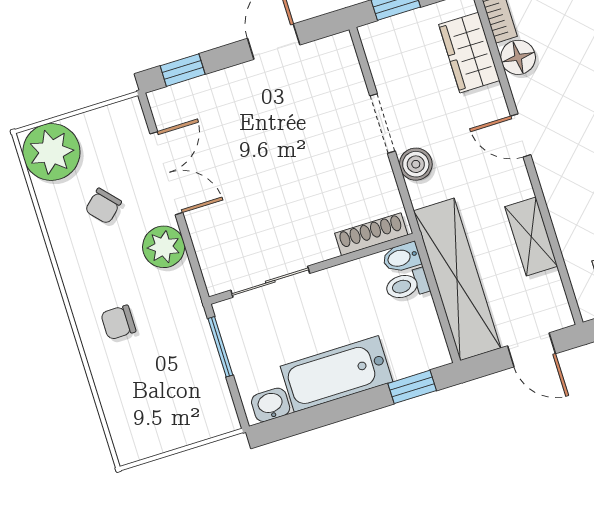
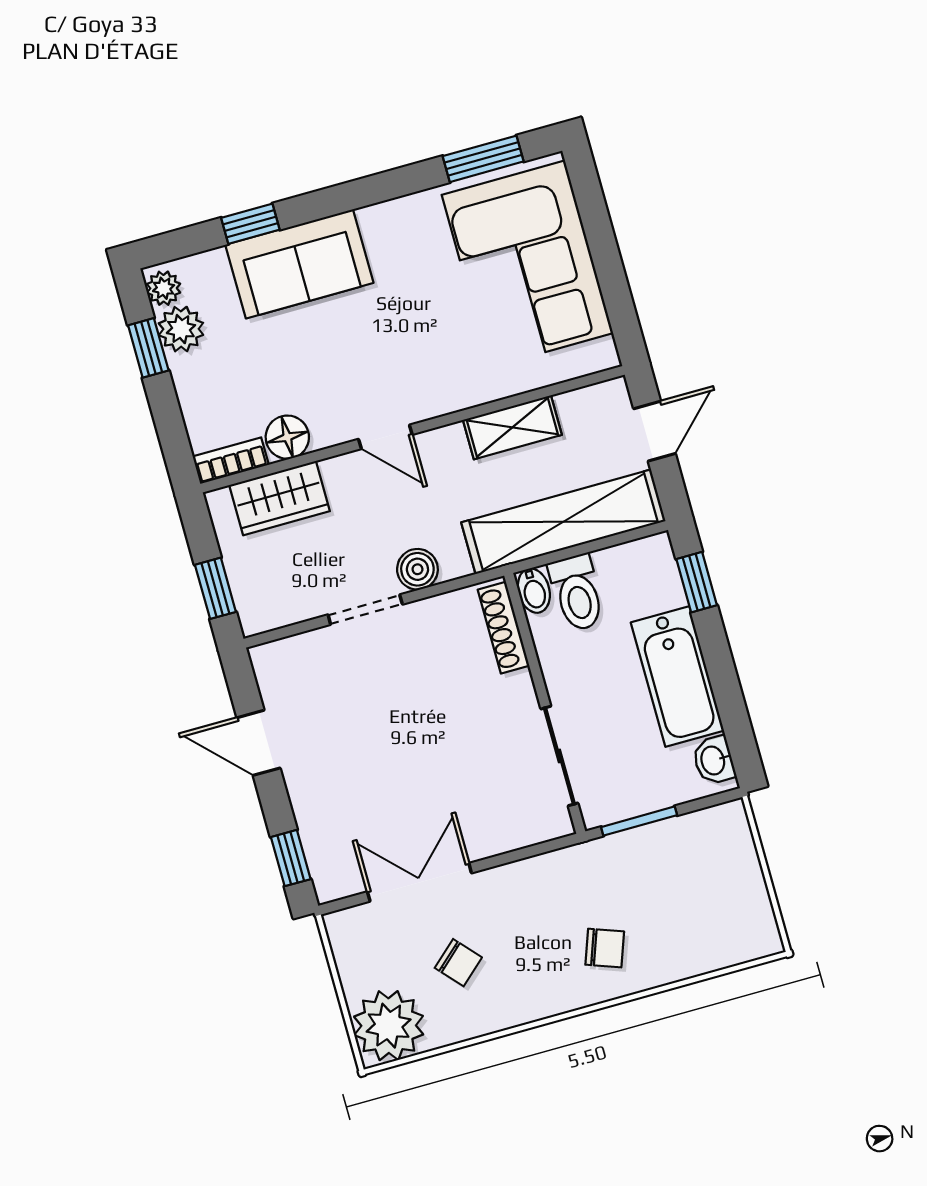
door: (521, 135) -> (385, 437), hinge flipped
plant: (164, 247) -> (512, 888), removed
toilet: (407, 285) -> (577, 593), width x1.37, depth x1.39
chair: (118, 322) -> (605, 948), turned -70

